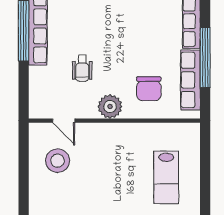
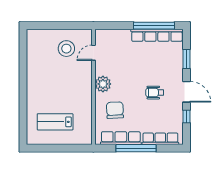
wheelchair: (82, 68) -> (155, 93), moved
chair: (149, 89) -> (115, 110), turned 87

